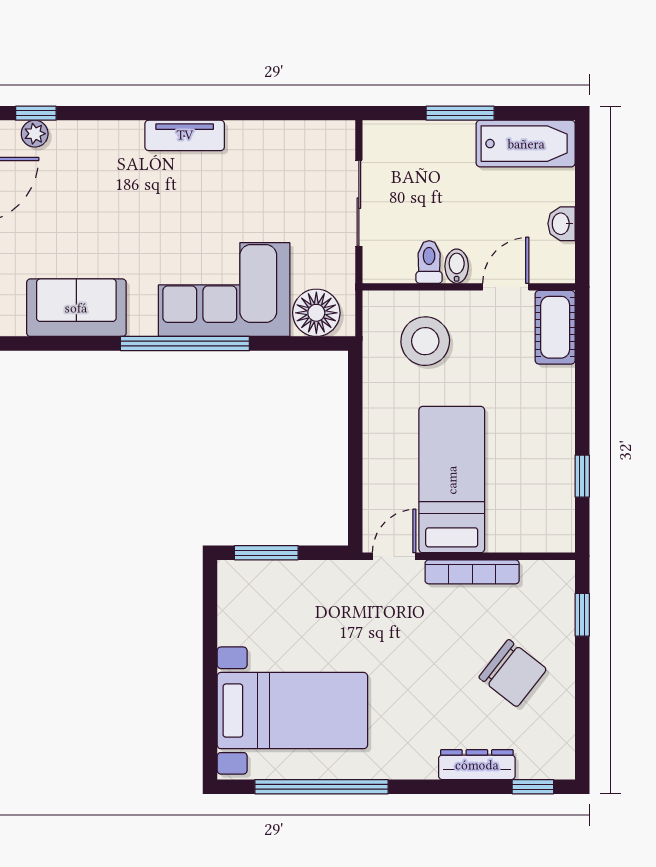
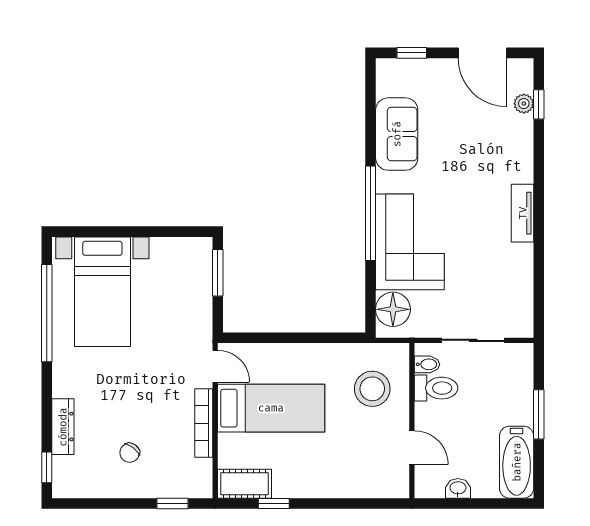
toilet: (429, 262) -> (436, 388), width x1.37, depth x1.39
bidet: (457, 266) -> (427, 364), moved
cot: (555, 327) -> (245, 484), moved
chair: (513, 673) -> (130, 453), width x0.54, depth x0.54

